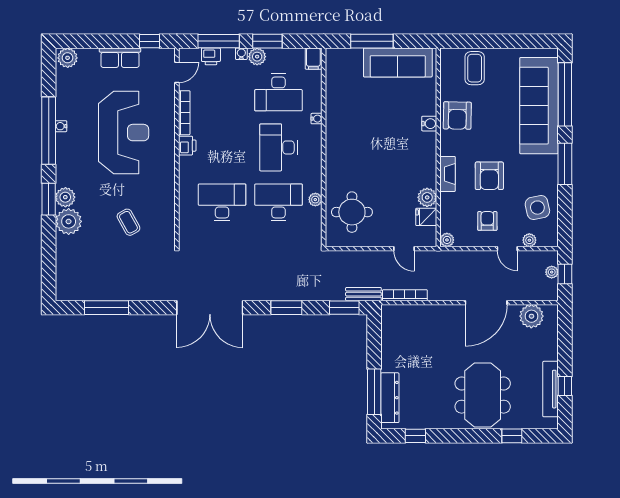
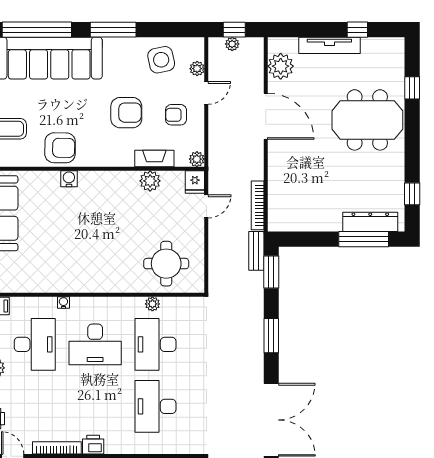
fireplace: (448, 174) -> (154, 159), moved
fridge: (426, 217) -> (195, 182), moved
tv unit: (550, 389) -> (329, 45), moved

